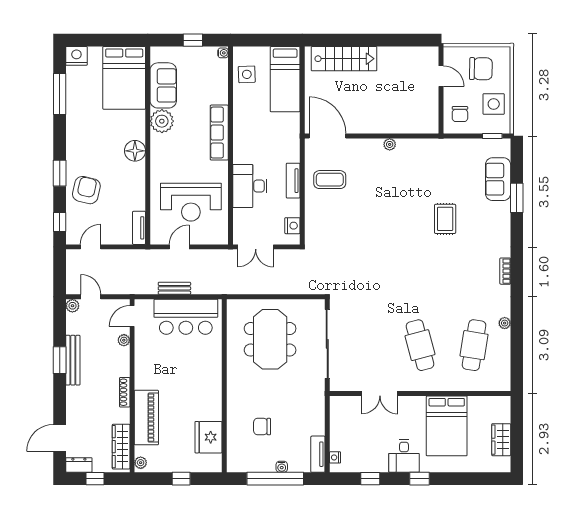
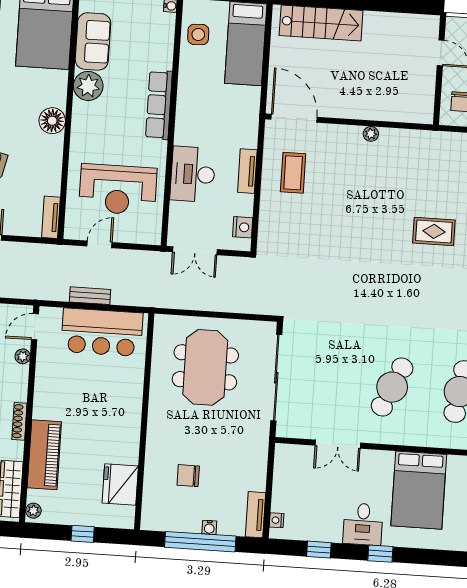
coffee table: (330, 180) -> (293, 173), turned 90
rug: (445, 219) -> (434, 231), turned 90
cafe table: (420, 345) -> (392, 387), turned 39

